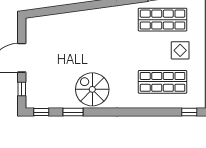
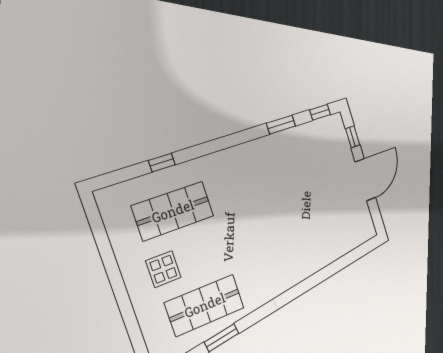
spiral stairs: (92, 89) -> (267, 166), removed
window: (189, 112) -> (162, 163), moved

